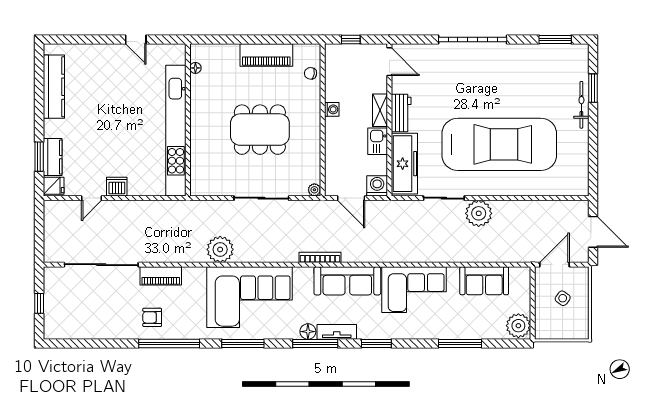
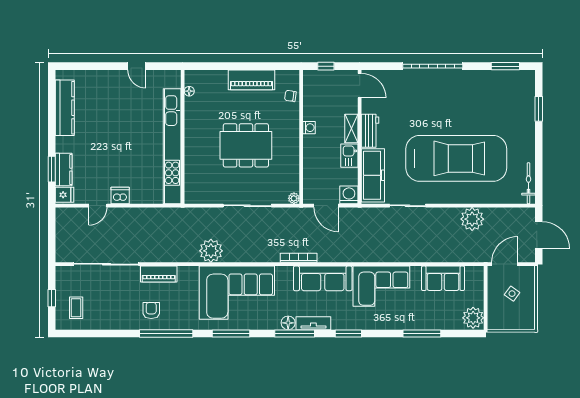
bicycle: (581, 105) -> (528, 183), moved
plant: (479, 213) -> (472, 219), moved
coffee table: (67, 314) -> (76, 308), added
armchair: (152, 317) -> (151, 310), turned 90

